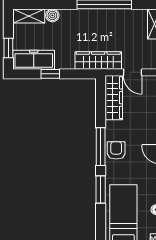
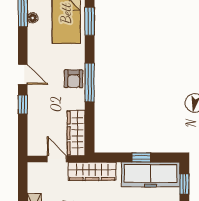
freezer: (34, 60) -> (151, 174), width x1.36, depth x1.26
window: (101, 189) -> (90, 21), moved

